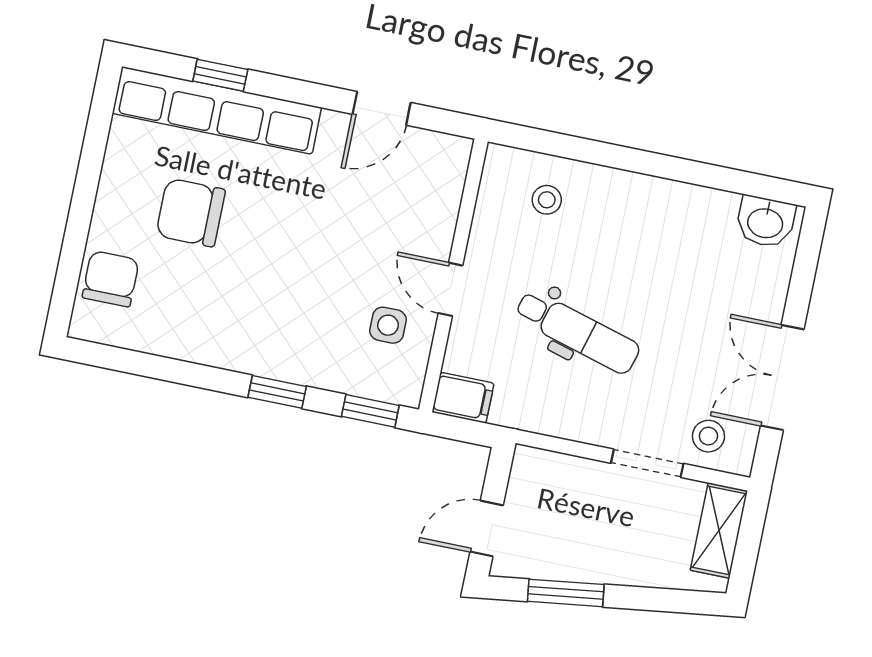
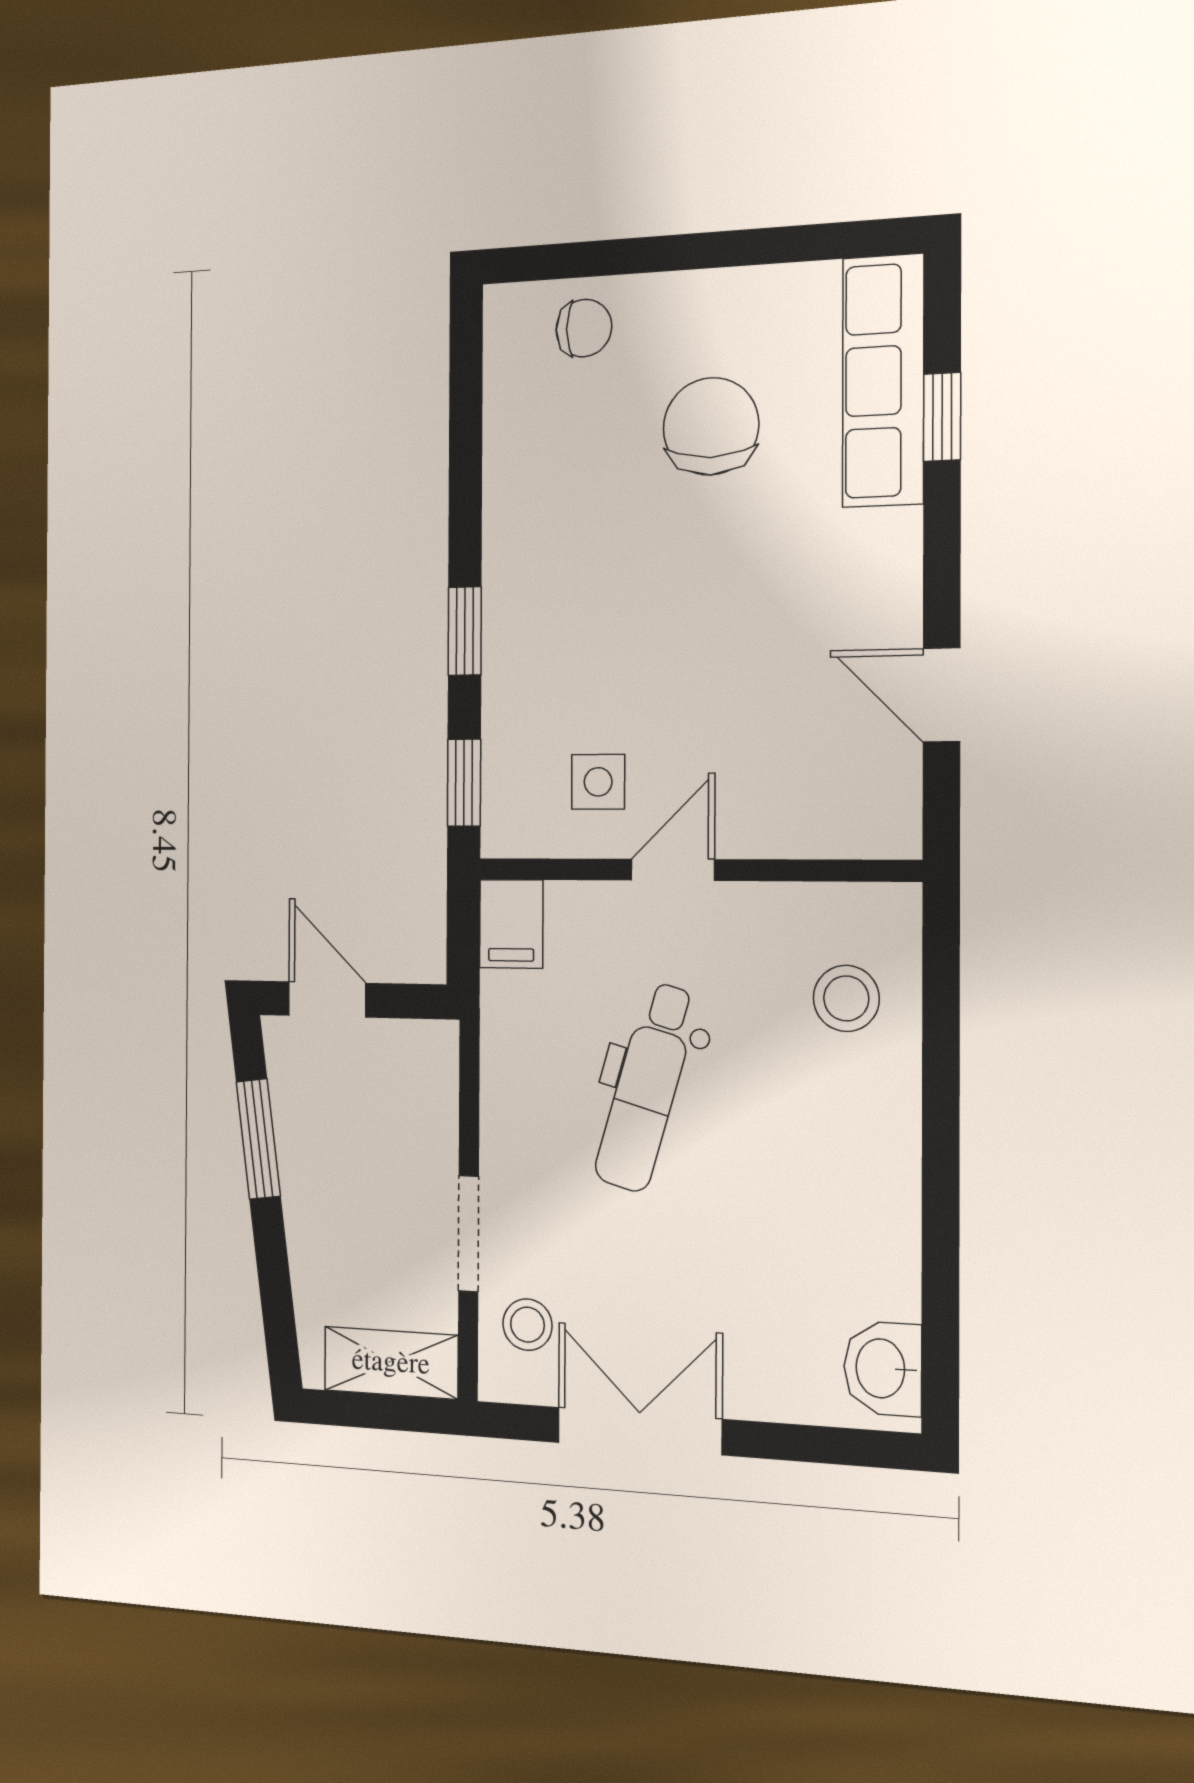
row of seats: (217, 110) -> (883, 381), width x0.73
stool: (547, 200) -> (846, 998), width x1.37, depth x1.37
chair: (111, 279) -> (584, 328), width x0.73, depth x0.73

